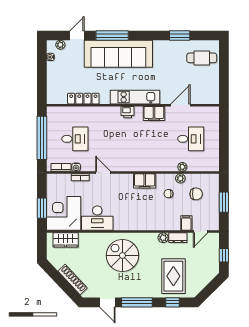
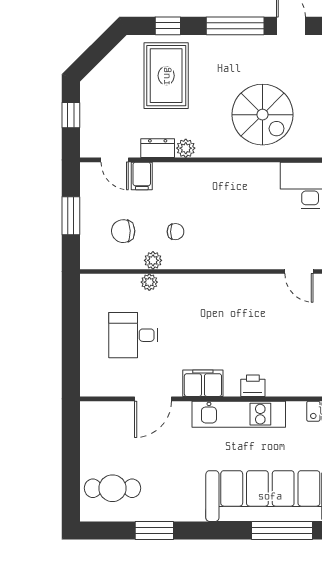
filing cabinet: (145, 181) -> (221, 256), removed
door: (201, 232) -> (115, 160), swing flipped

